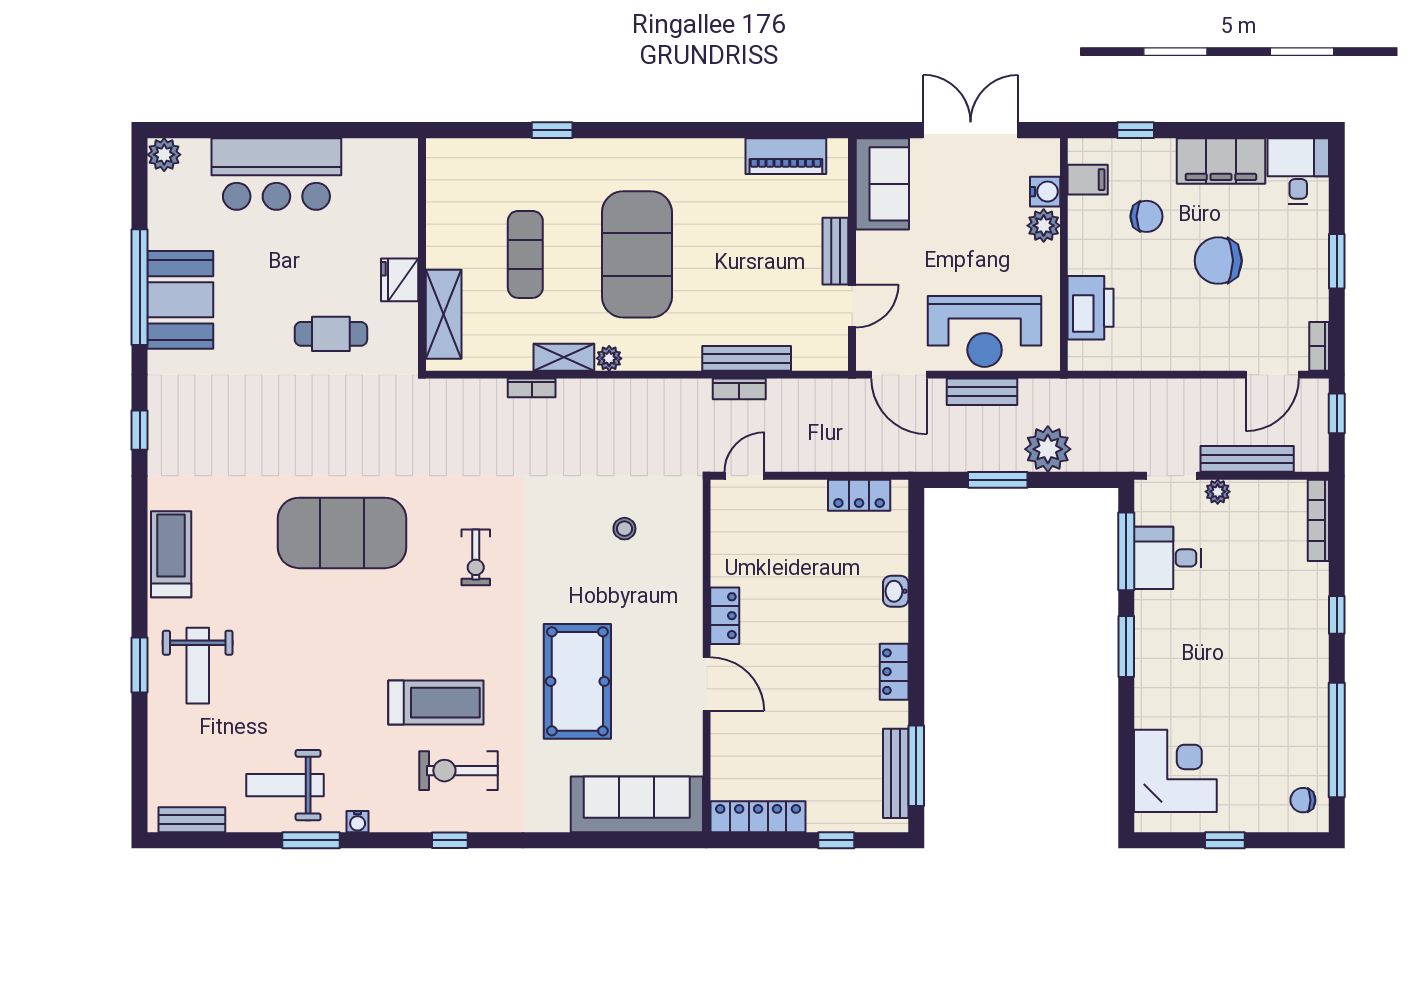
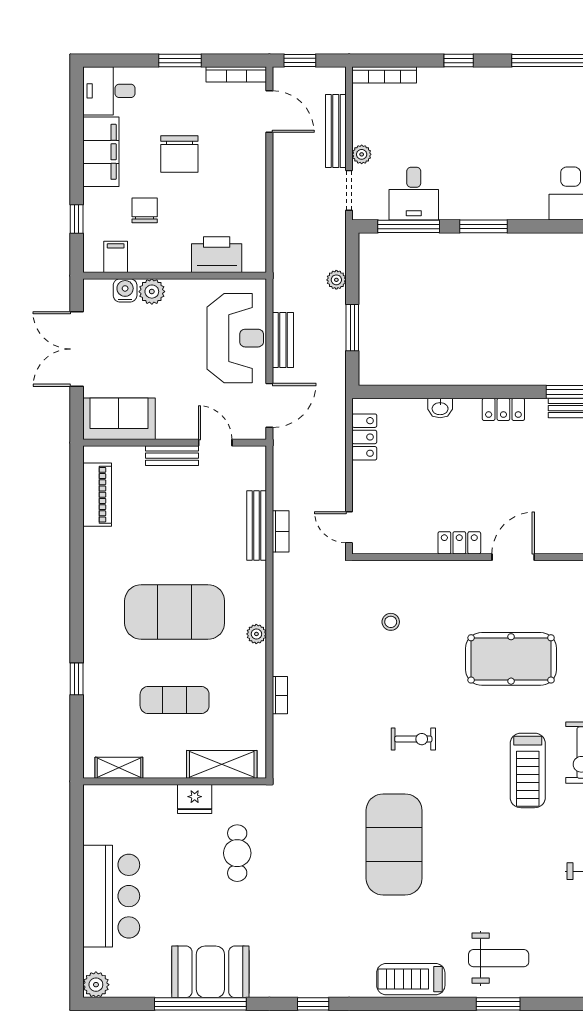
bookcase: (1319, 346) -> (236, 74), width x1.56
shelving: (564, 357) -> (119, 768), moved, turned 90
plant: (1048, 449) -> (336, 280), width x0.53, depth x0.53
treadmill: (436, 703) -> (528, 770), turned 180

